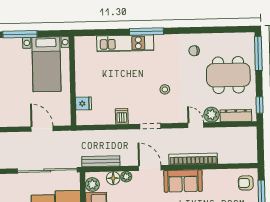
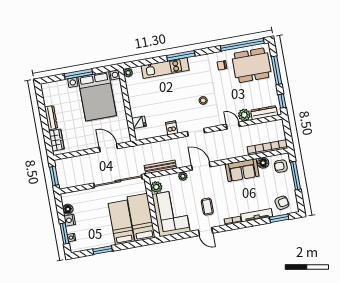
window: (222, 30) -> (242, 45), added
plant: (80, 42) -> (128, 73), added
window: (258, 53) -> (276, 70), moved
bed with nightstands: (46, 64) -> (97, 96), width x1.36
dining table: (228, 75) -> (252, 65), moved
bookcase: (193, 159) -> (267, 147), moved
floor lamp: (113, 178) -> (263, 163), moved
sofa: (183, 181) -> (242, 170), moved

